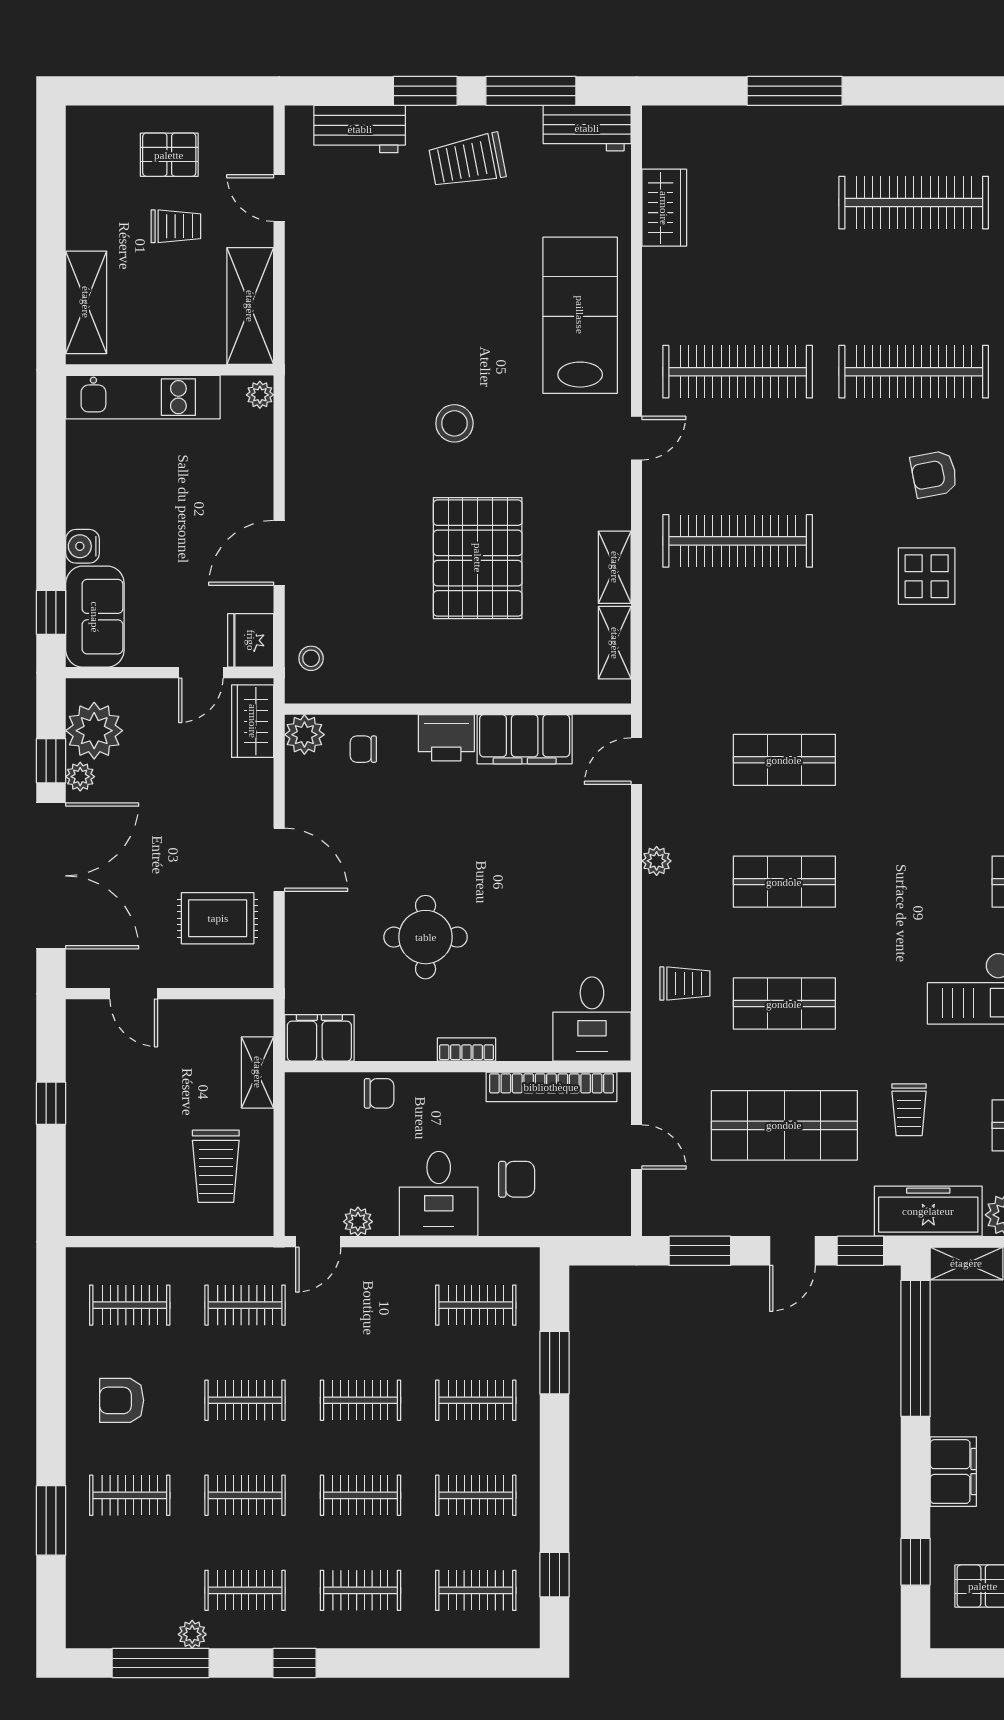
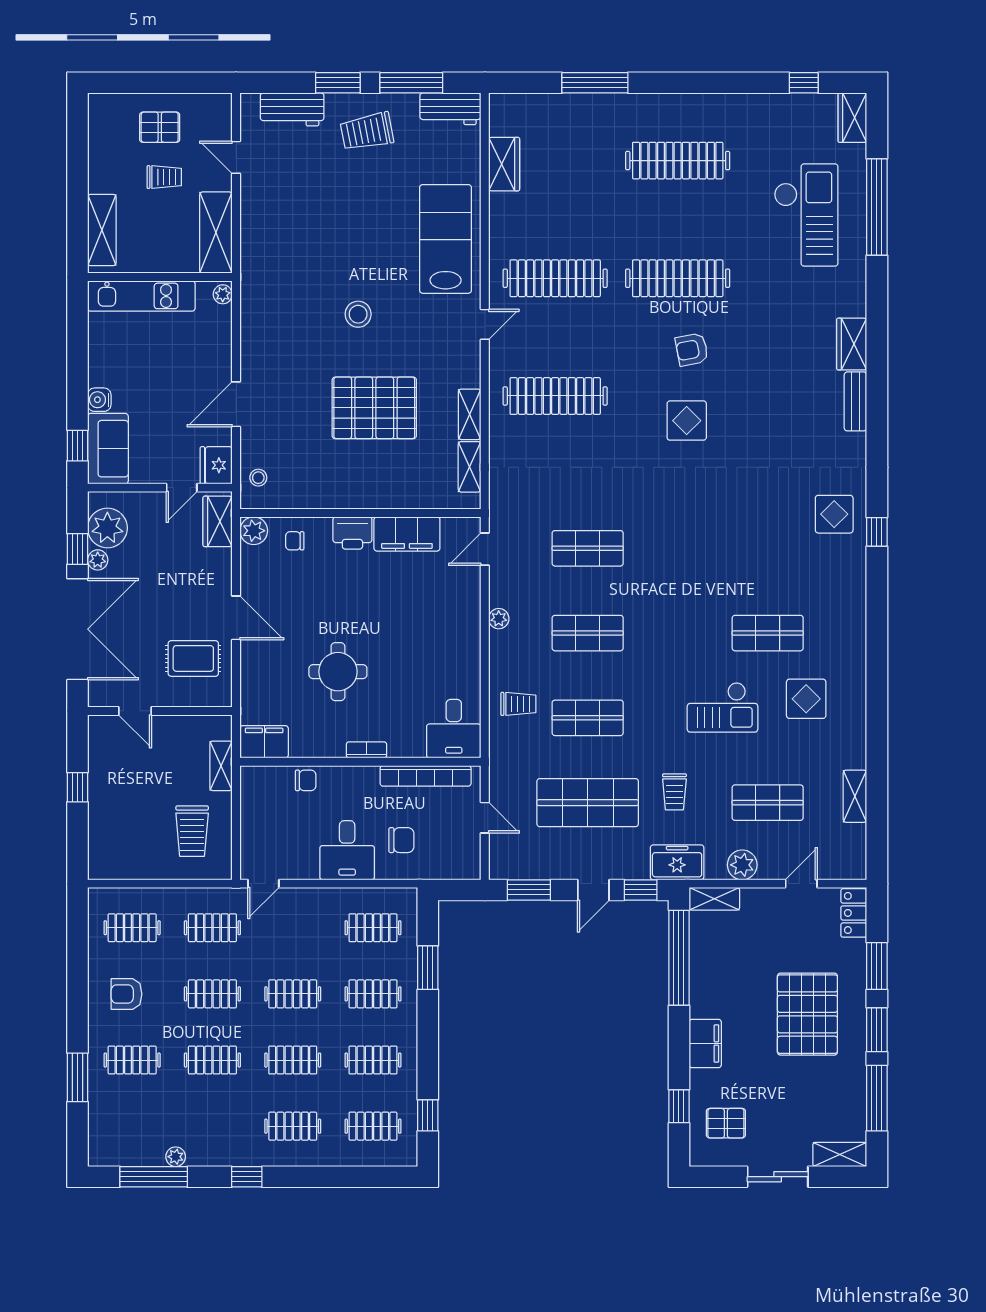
pallet: (478, 558) -> (374, 408), turned 90
freezer: (928, 1211) -> (677, 862), width x0.71
plant: (358, 1222) -> (291, 870), removed
clothes rail: (245, 1590) -> (212, 1126), removed

